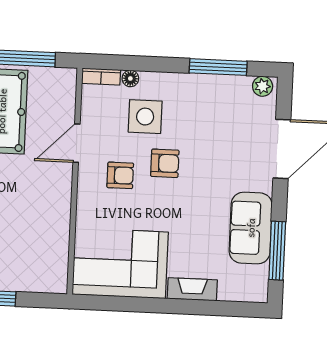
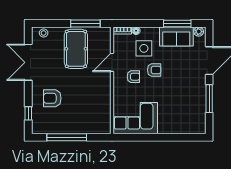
sofa: (251, 228) -> (176, 36), moved, turned -90
window: (277, 251) -> (209, 99), moved
fireplace: (192, 289) -> (170, 129), removed

